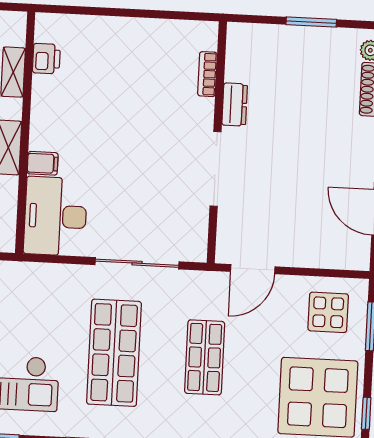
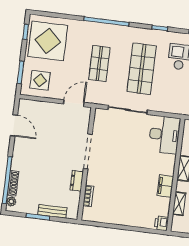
bench: (282, 36) -> (52, 211), added
printer: (46, 59) -> (161, 223), moved
filing cabinet: (43, 163) -> (165, 186), moved, width x2.00

